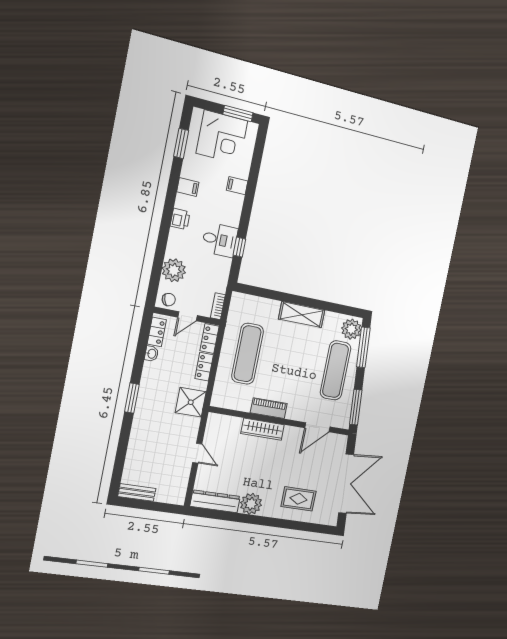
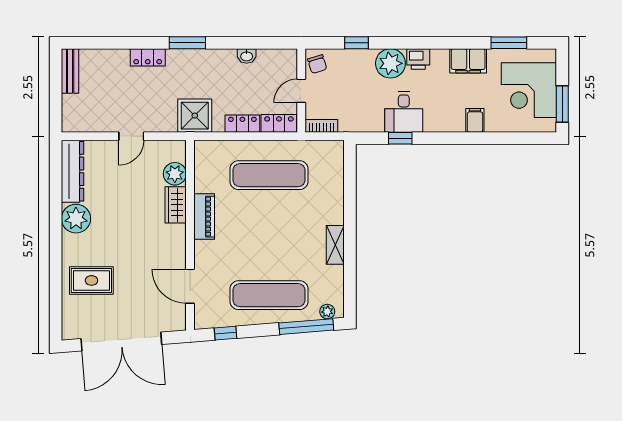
filing cabinet: (188, 187) -> (468, 61), width x2.00
window: (158, 265) -> (356, 43), added
plant: (174, 270) -> (390, 63), moved
shelving: (302, 315) -> (335, 245), width x0.67, depth x0.75
door: (187, 316) -> (301, 91), hinge flipped
plant: (351, 329) -> (327, 312), width x0.53, depth x0.53
locker: (157, 332) -> (148, 57), moved
window: (356, 407) -> (226, 333), width x0.46
plant: (232, 425) -> (175, 174), added
wardrobe: (263, 429) -> (176, 205), width x0.67
rug: (299, 499) -> (91, 280), turned 90

